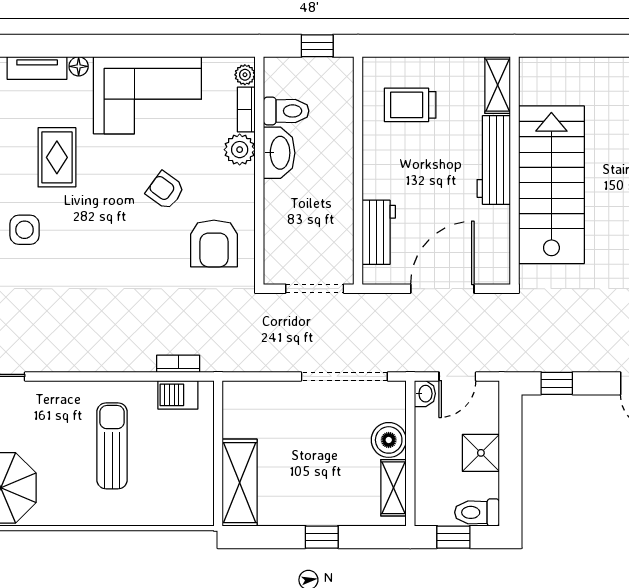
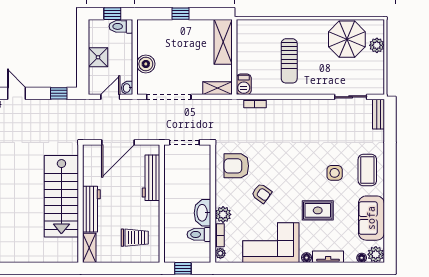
rug: (57, 157) -> (318, 210), turned 90
workbench: (379, 232) -> (151, 178), width x1.38
armchair: (214, 243) -> (236, 166), turned -90
barbecue: (178, 395) -> (244, 84), moved, turned 90
shelving: (393, 488) -> (217, 88), moved, turned 90
toilet: (477, 512) -> (121, 26), moved, turned 180

